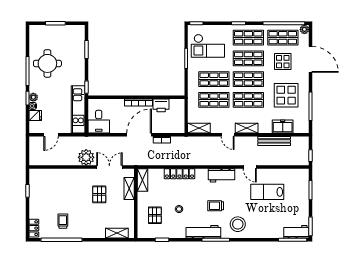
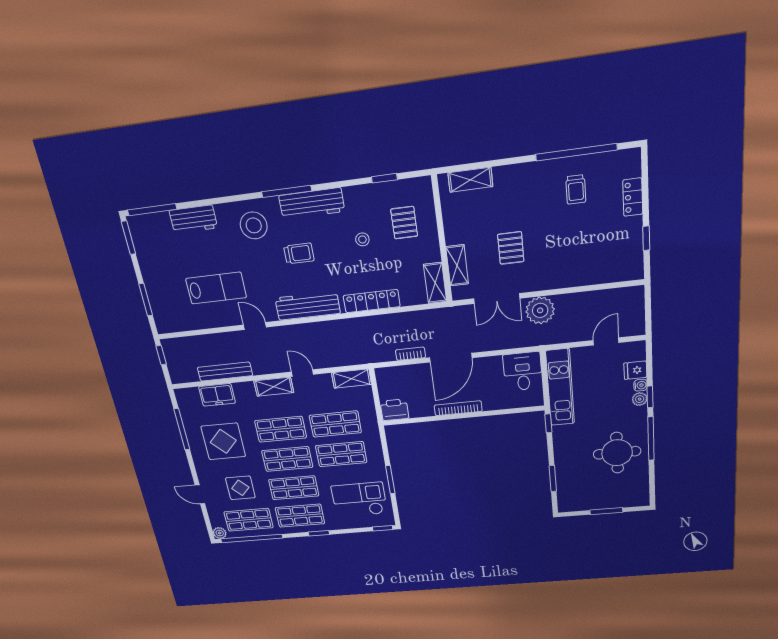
door: (310, 59) -> (200, 494), width x0.53
printer: (161, 105) -> (394, 410), moved
workbench: (221, 175) -> (308, 306), width x1.37
locker: (34, 228) -> (633, 197), moved
workbench: (296, 232) -> (193, 219), moved

